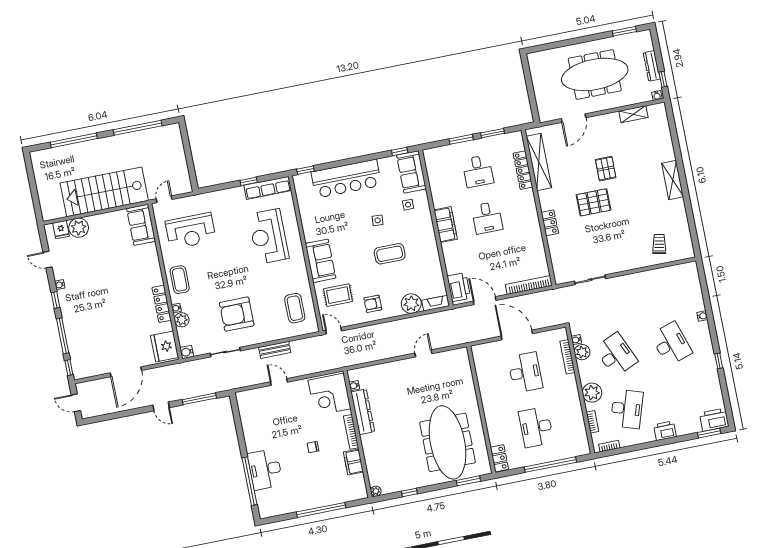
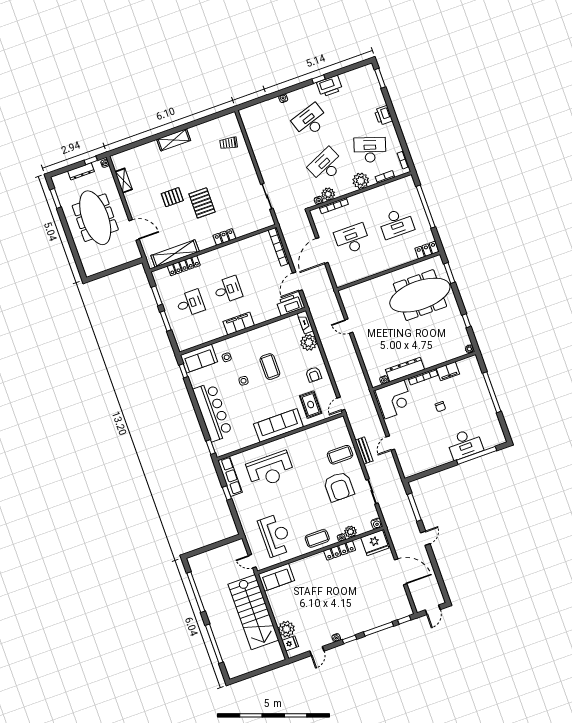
sofa: (321, 261) -> (278, 425), width x1.36
coffee table: (295, 308) -> (340, 455), moved
printer: (714, 420) -> (330, 86), moved, turned -90

